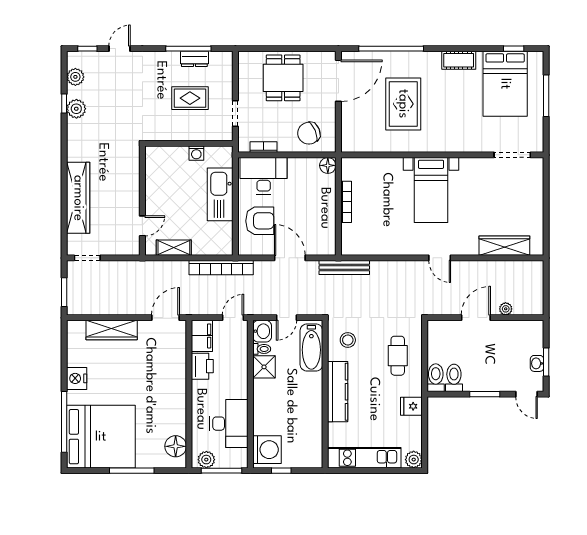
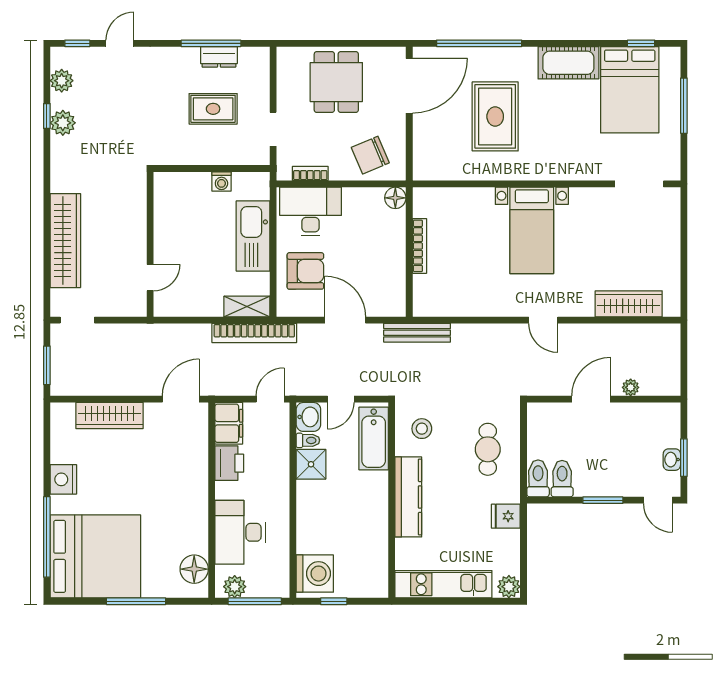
cot: (459, 60) -> (568, 63), width x1.37, depth x1.34
shelving: (174, 248) -> (247, 306), moved
desk: (229, 424) -> (240, 532), moved, turned 180

